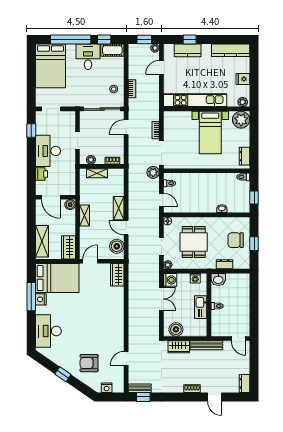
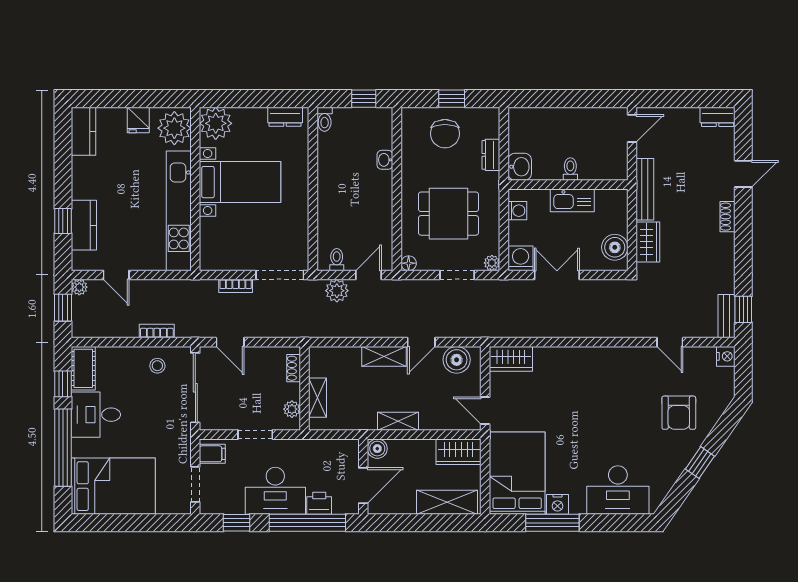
kitchen counter: (231, 50) -> (83, 131), width x0.67
plant: (243, 102) -> (174, 128), width x1.87, depth x1.87
filing cabinet: (67, 118) -> (212, 454), added
window: (31, 168) -> (307, 523), added
plant: (153, 172) -> (337, 291), moved
nightstand: (107, 388) -> (726, 356), moved

